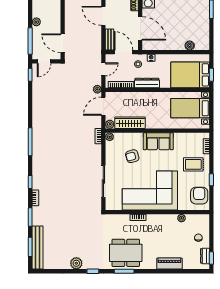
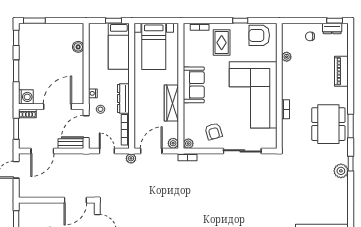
bed: (190, 75) -> (119, 46), width x0.67
door: (103, 106) -> (151, 151), swing flipped
wardrobe: (130, 123) -> (171, 103), moved
armchair: (132, 156) -> (214, 131), moved
plant: (76, 263) -> (341, 171), moved

